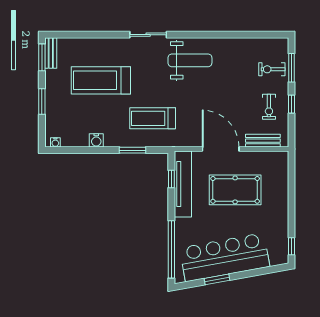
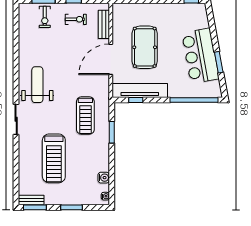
water cooler: (96, 140) -> (104, 178), moved
bar counter: (225, 257) -> (200, 56), width x0.73

